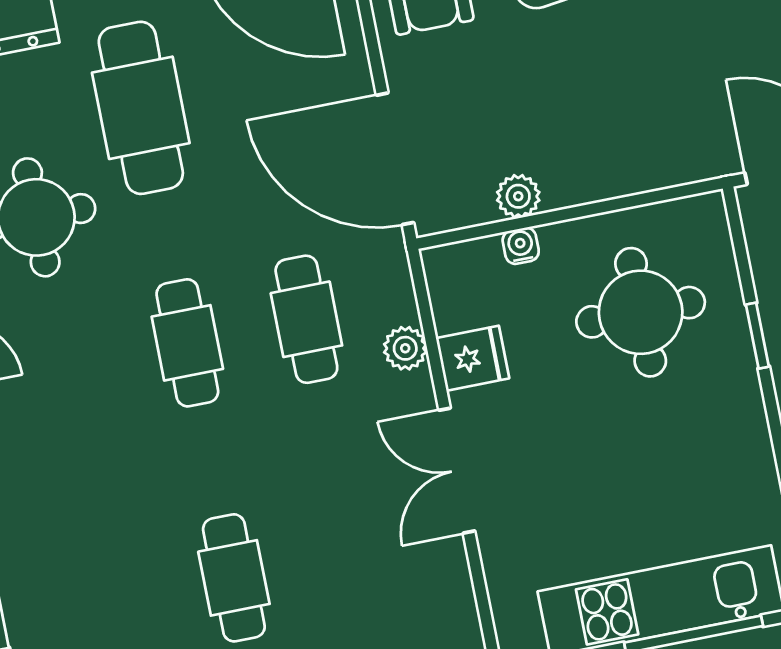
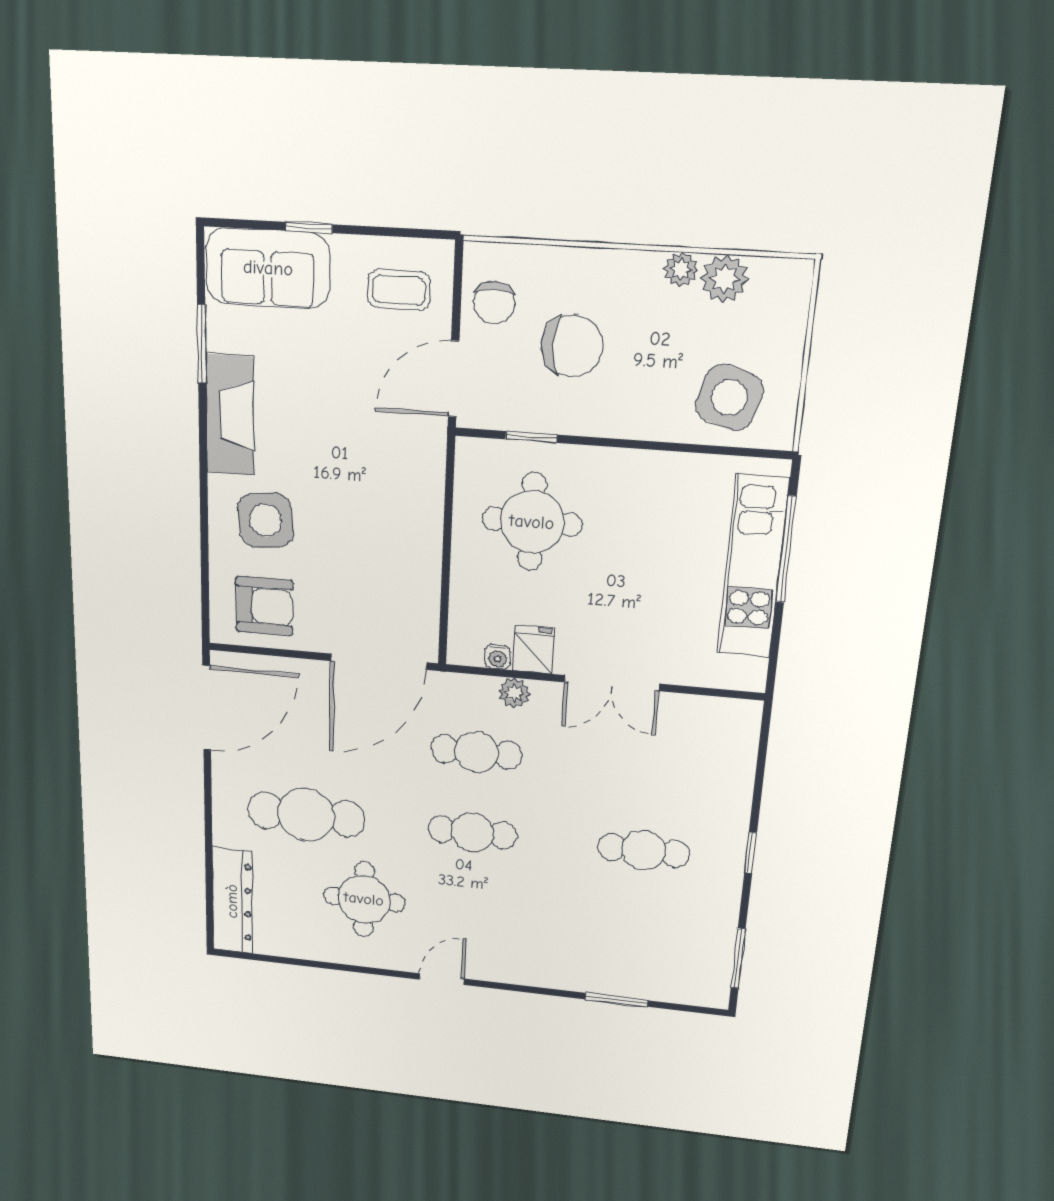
plant: (518, 196) -> (425, 585), removed
water cooler: (521, 246) -> (498, 657), moved, turned -90
window: (757, 336) -> (531, 437), moved

